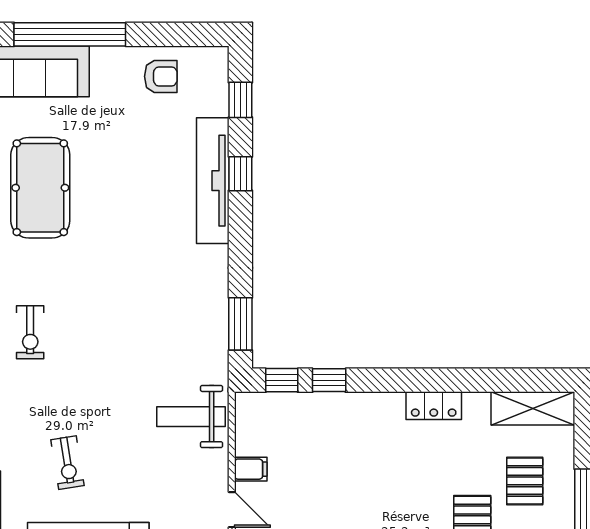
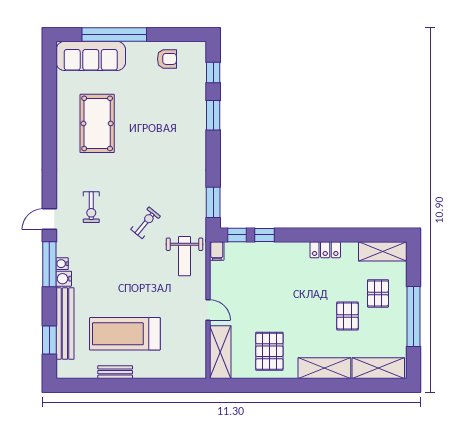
window: (240, 174) -> (213, 115), width x1.50
tv unit: (213, 181) -> (197, 119), removed
weight bench: (191, 417) -> (184, 256), turned -90
exercise bike: (67, 463) -> (146, 223), moved, turned -132
filing cabinet: (251, 469) -> (217, 251), moved, turned 90

